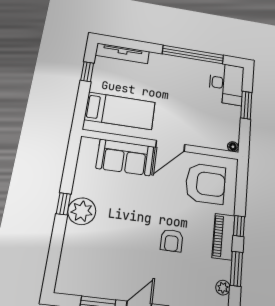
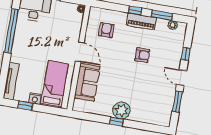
nightstand: (98, 85) -> (35, 99), added
armchair: (205, 183) -> (106, 30), width x0.53, depth x0.53

